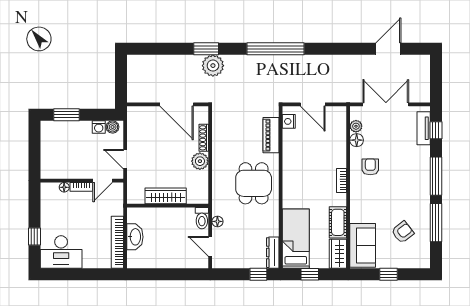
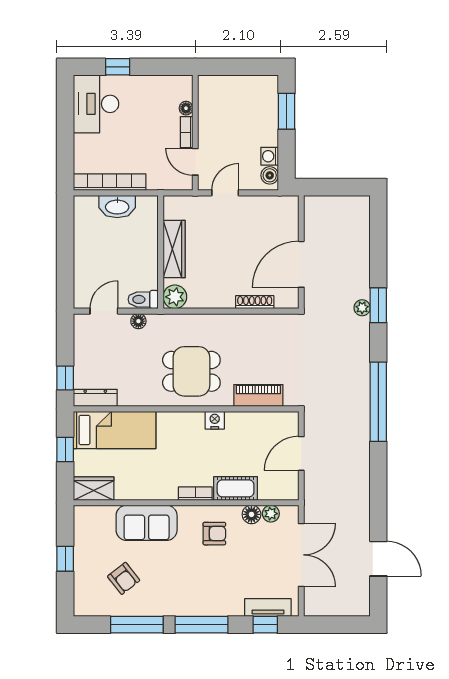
plant: (213, 66) -> (362, 308), width x0.53, depth x0.53
nightstand: (289, 121) -> (215, 420), moved
plant: (200, 161) -> (175, 297), moved
cot: (338, 222) -> (236, 488), moved
sofa: (363, 245) -> (147, 523), moved

